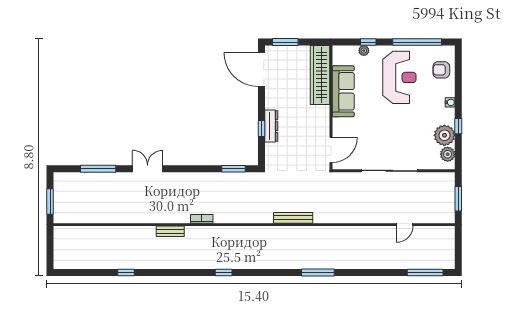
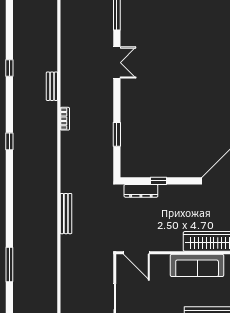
dresser: (271, 126) -> (141, 191), moved
window: (234, 169) -> (117, 134), moved
window: (126, 272) -> (9, 68), moved
window: (318, 272) -> (9, 265), moved

